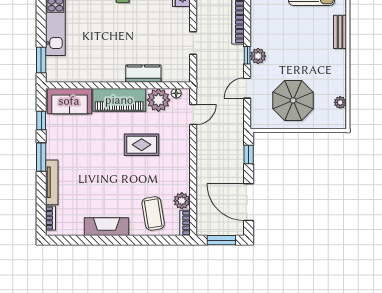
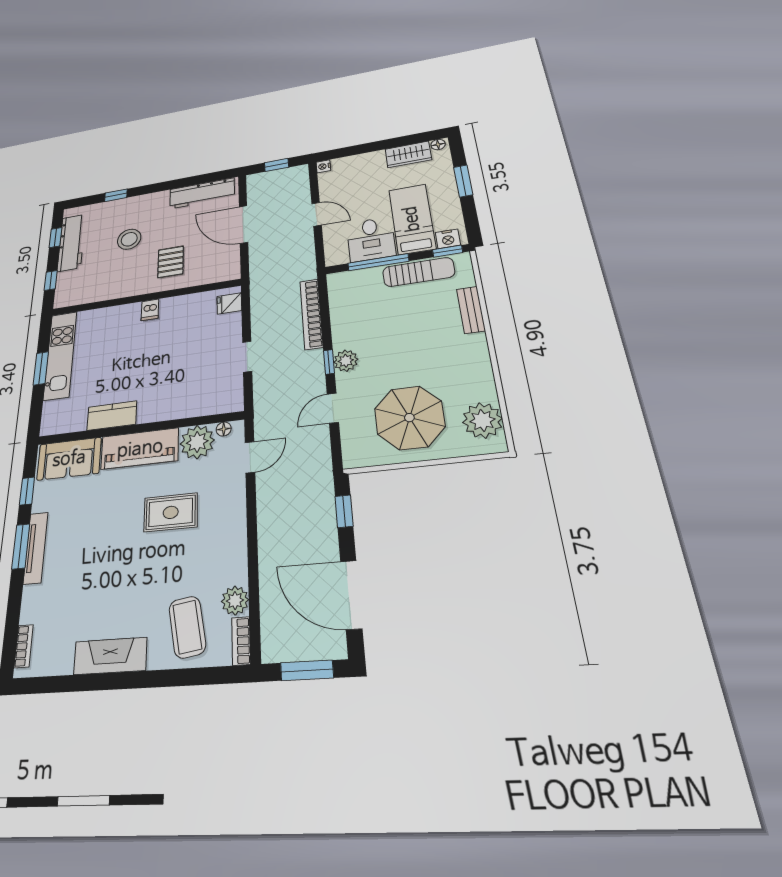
window: (41, 60) -> (41, 368), moved
kitchen counter: (143, 74) -> (112, 416), moved
plant: (340, 102) -> (482, 420), width x1.87, depth x1.87
tv unit: (52, 182) -> (36, 548), moved

